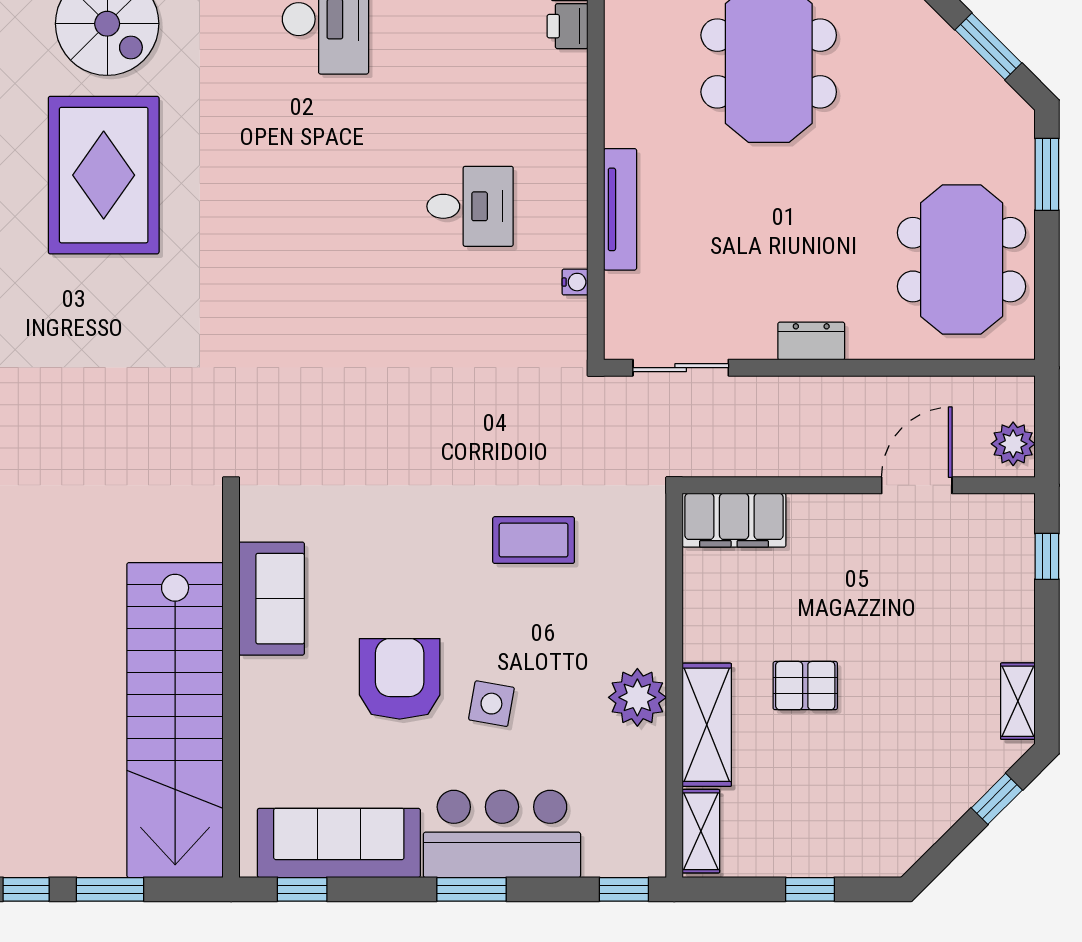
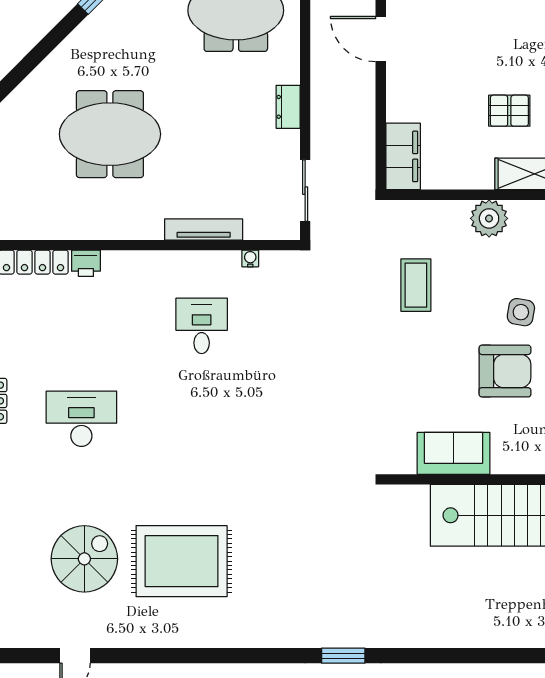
armchair: (400, 679) -> (505, 371), turned 180
pallet: (805, 686) -> (509, 111), turned 90
plant: (637, 697) -> (489, 218), moved

